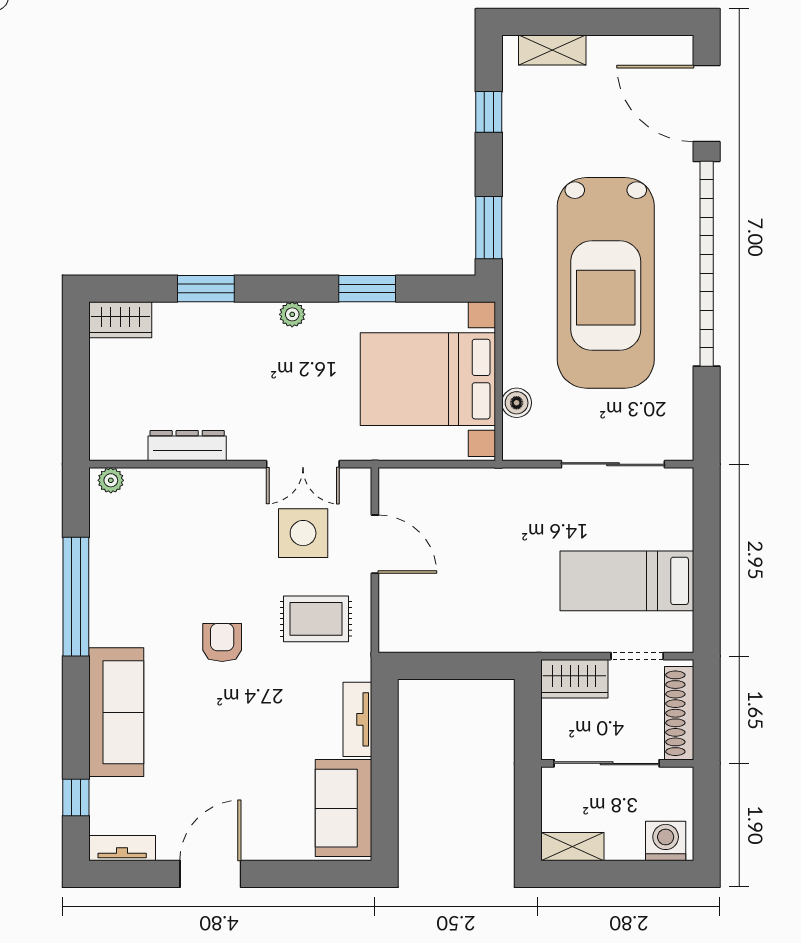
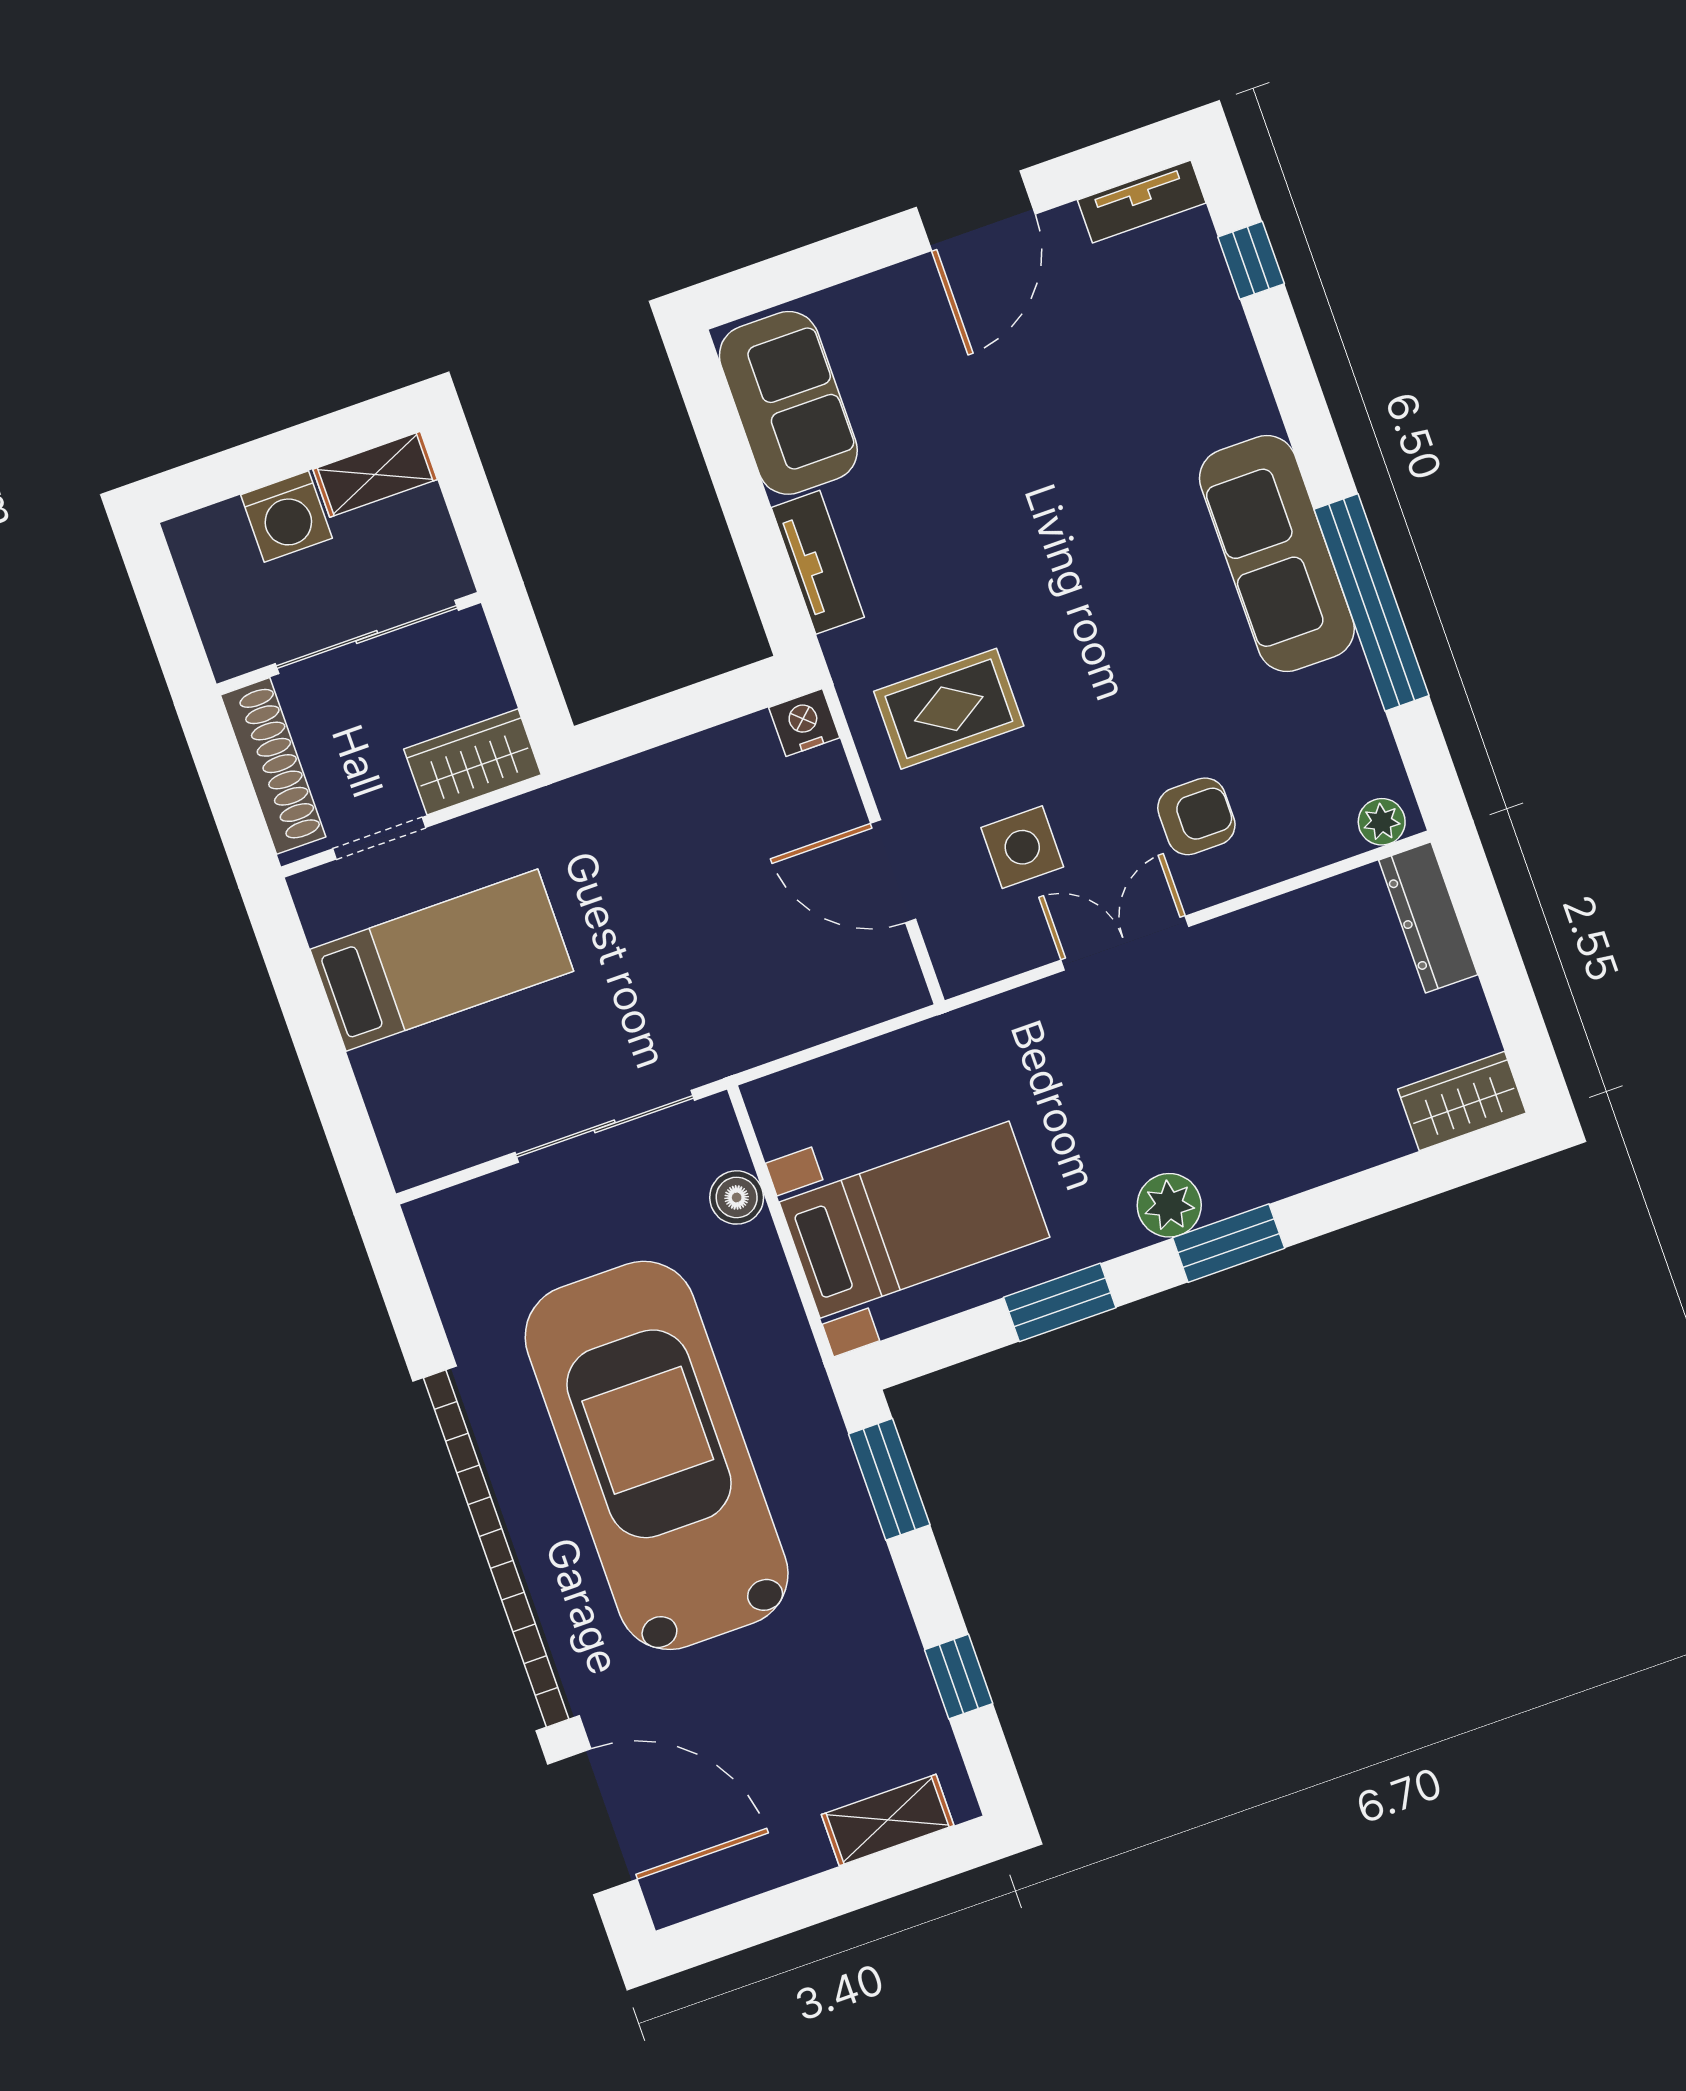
window: (206, 289) -> (1229, 1243), moved
plant: (292, 314) -> (1169, 1205), width x1.38, depth x1.38
bed with nightstands: (428, 379) -> (914, 1220), width x0.73
dresser: (187, 446) -> (1428, 917), moved, turned 90
double door: (303, 464) -> (1125, 943), moved
sliding door: (613, 464) -> (605, 1126), moved
side table: (303, 533) -> (1022, 847), width x0.73, depth x0.73
nightstand: (394, 638) -> (804, 723), added
armchair: (222, 642) -> (1196, 816), moved, turned -90
sofa: (116, 712) -> (1277, 554), moved
washing machine: (666, 841) -> (286, 517), moved

